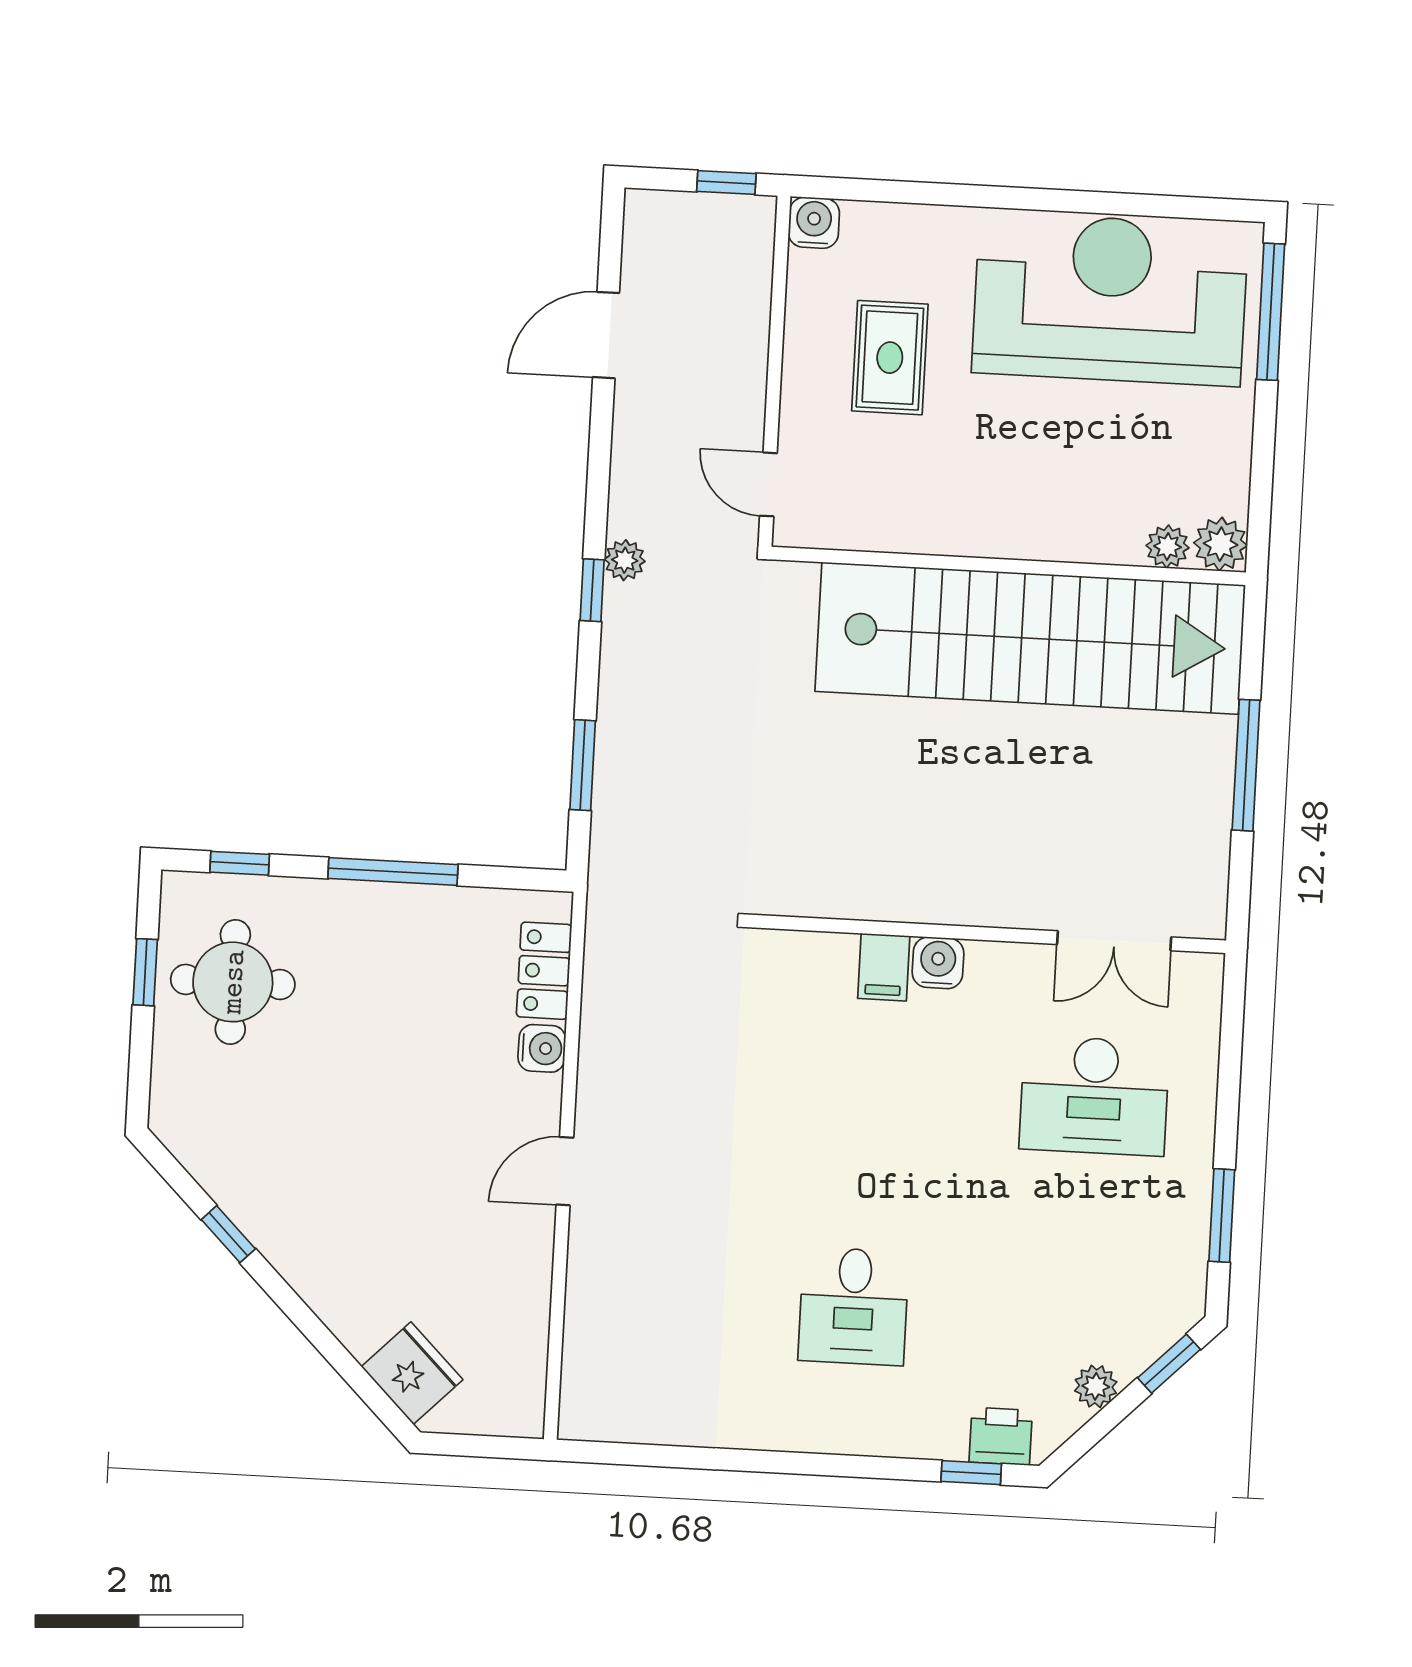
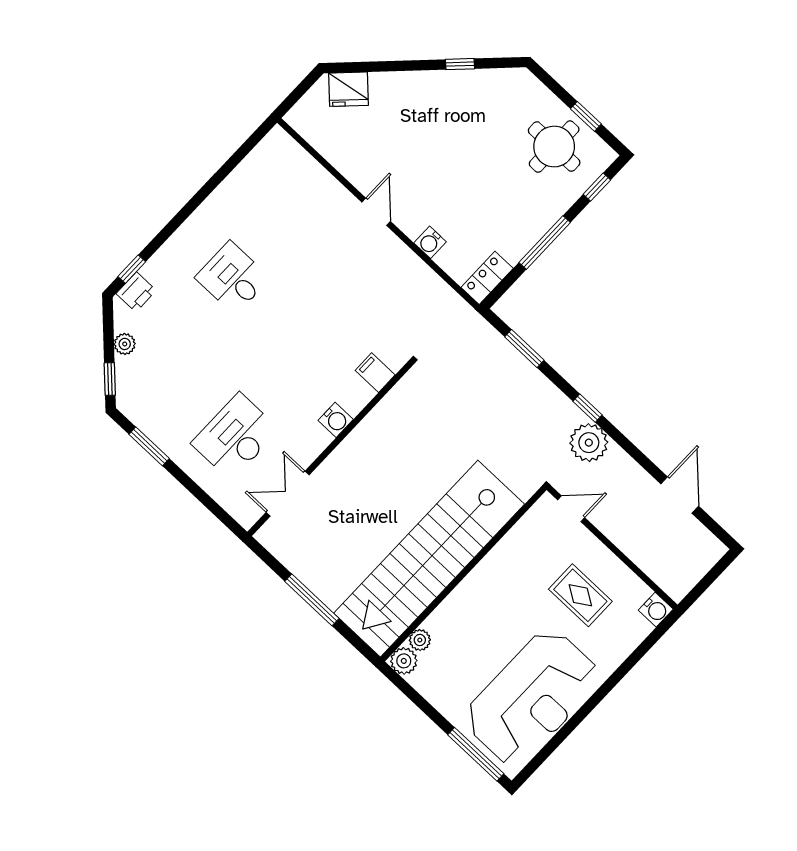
window: (726, 183) -> (699, 589), removed
plant: (625, 560) -> (589, 443), width x1.87, depth x1.87
filing cabinet: (884, 967) -> (375, 373), moved
locker: (544, 971) -> (487, 278), moved, turned -90

